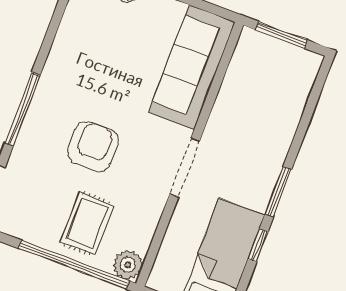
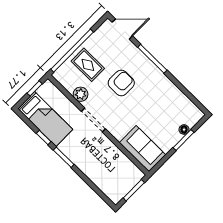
sofa: (192, 67) -> (143, 149), width x0.73
armchair: (93, 147) -> (121, 83), turned -90
plant: (128, 265) -> (81, 94), moved

